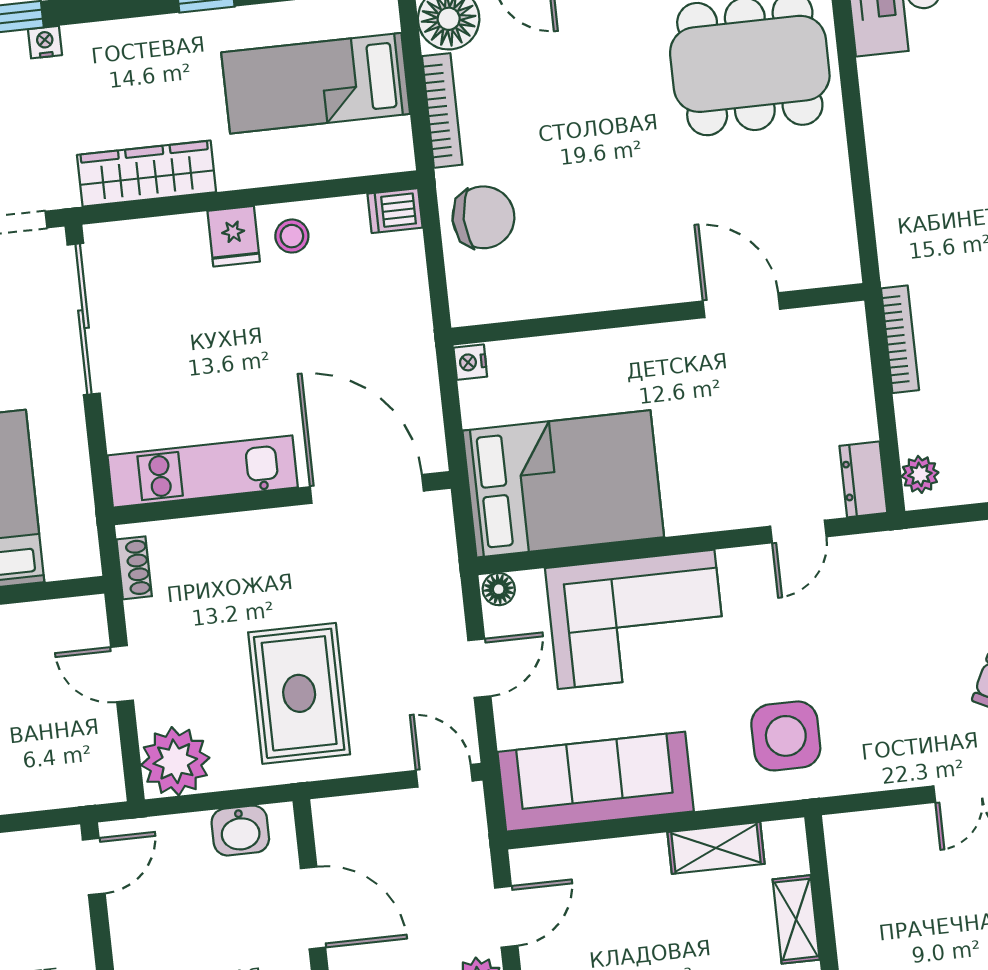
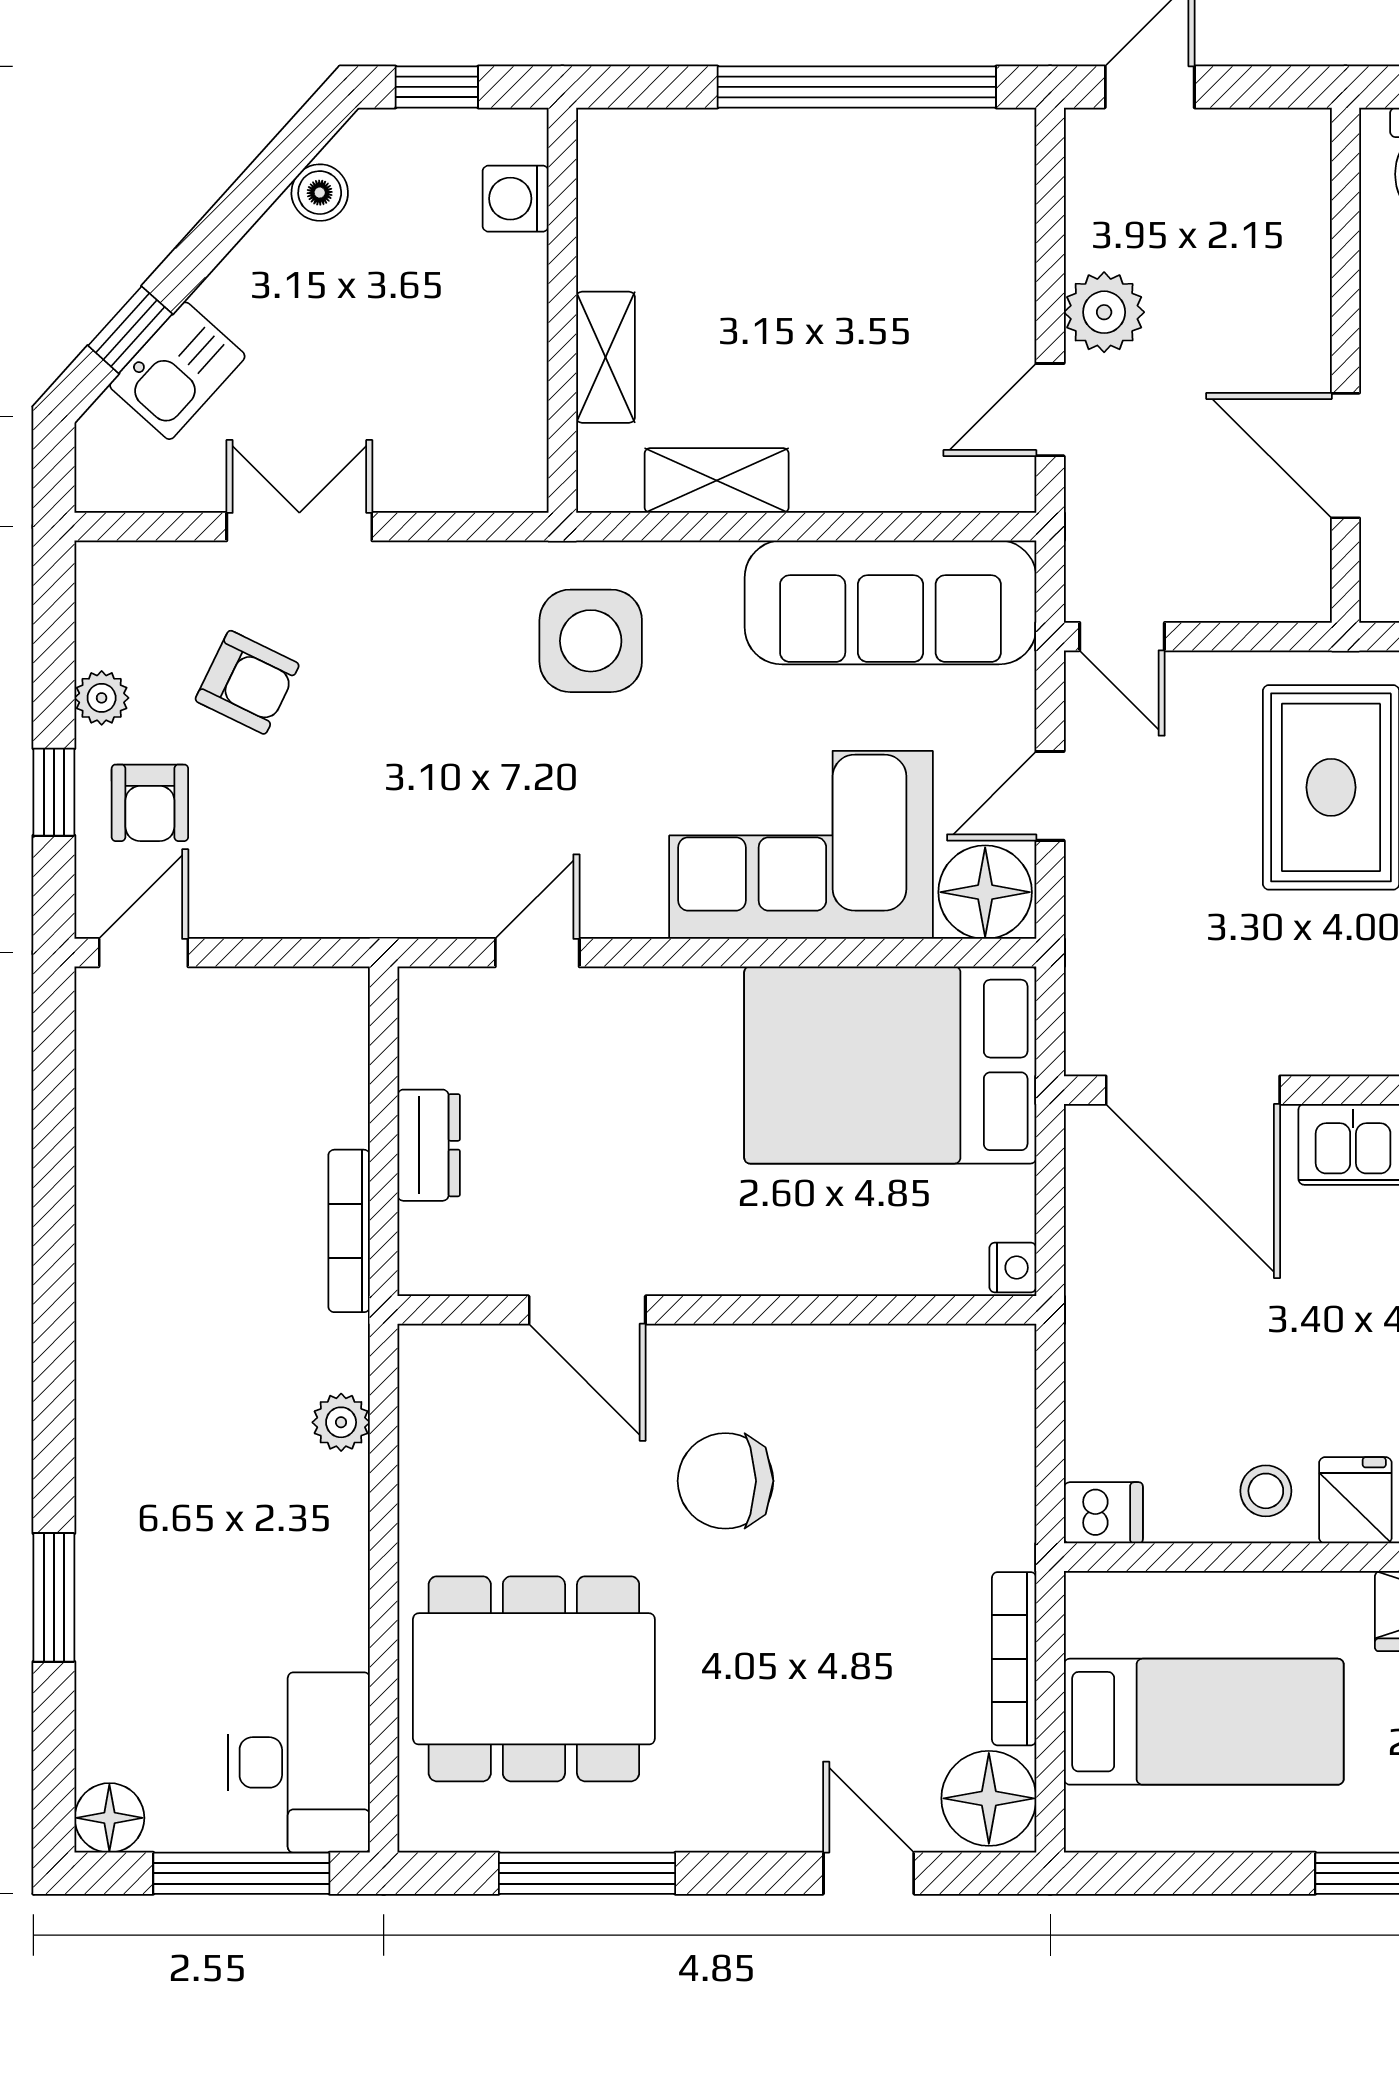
chair: (483, 217) -> (725, 1481), moved
plant: (920, 474) -> (341, 1422), moved
dresser: (863, 479) -> (429, 1145), moved
floor lamp: (499, 589) -> (985, 892), width x1.89, depth x1.89

